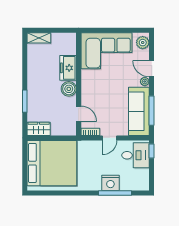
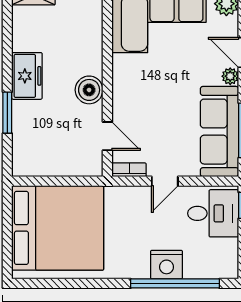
freezer: (68, 68) -> (27, 76), moved, turned 180
wardrobe: (39, 129) -> (33, 164), removed
window: (115, 193) -> (175, 283), width x1.46

